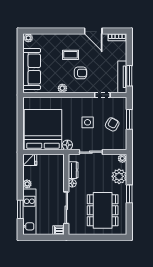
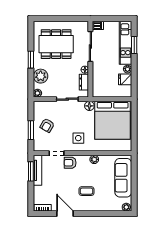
armchair: (80, 73) -> (70, 163), moved
side table: (88, 122) -> (78, 138), moved
fridge: (30, 160) -> (125, 79), moved
dining table: (103, 210) -> (56, 44), turned 90

